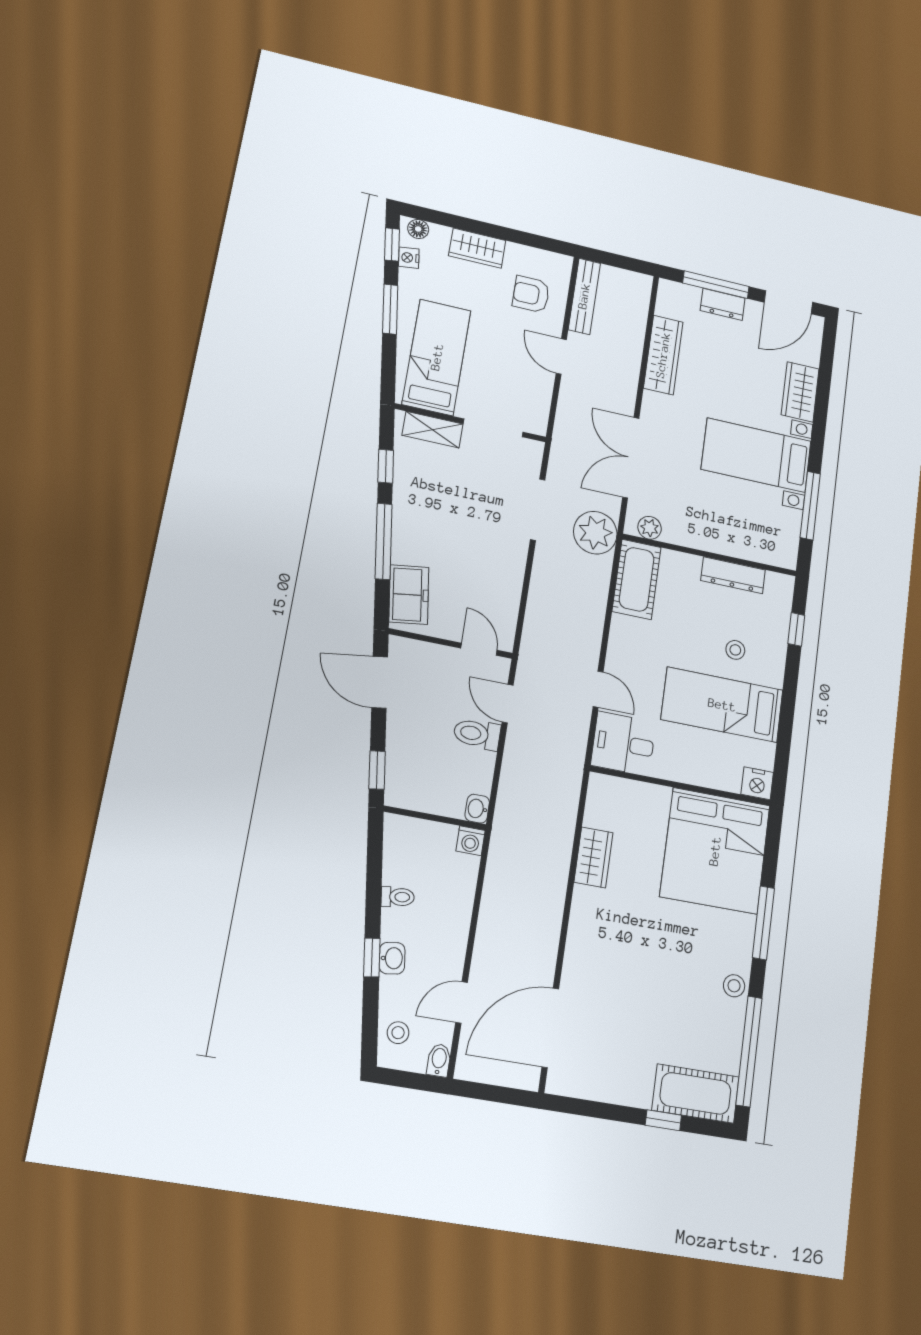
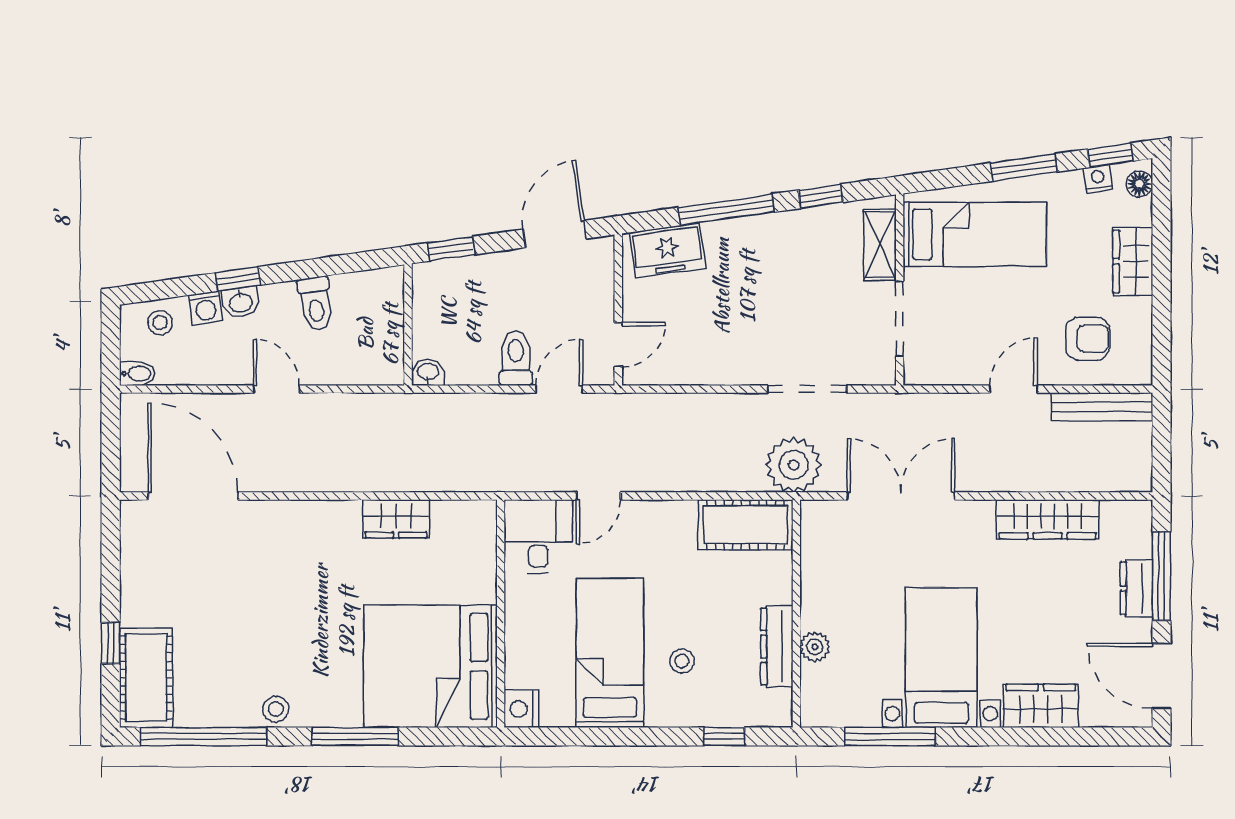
armchair: (531, 294) -> (1088, 339), turned 90
plant: (650, 528) -> (815, 647), moved
washing machine: (471, 841) -> (205, 308), moved, turned -98
toilet: (398, 897) -> (316, 303), width x1.37, depth x1.39
door: (462, 1002) -> (276, 389), moved

